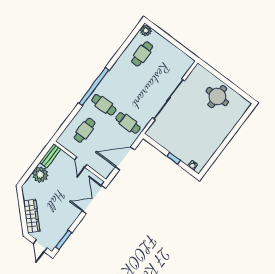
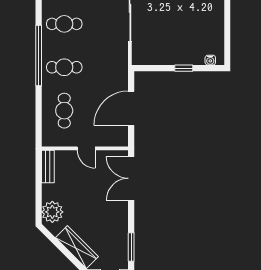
cafe table: (128, 123) -> (64, 24), moved
plant: (40, 174) -> (52, 212), moved

